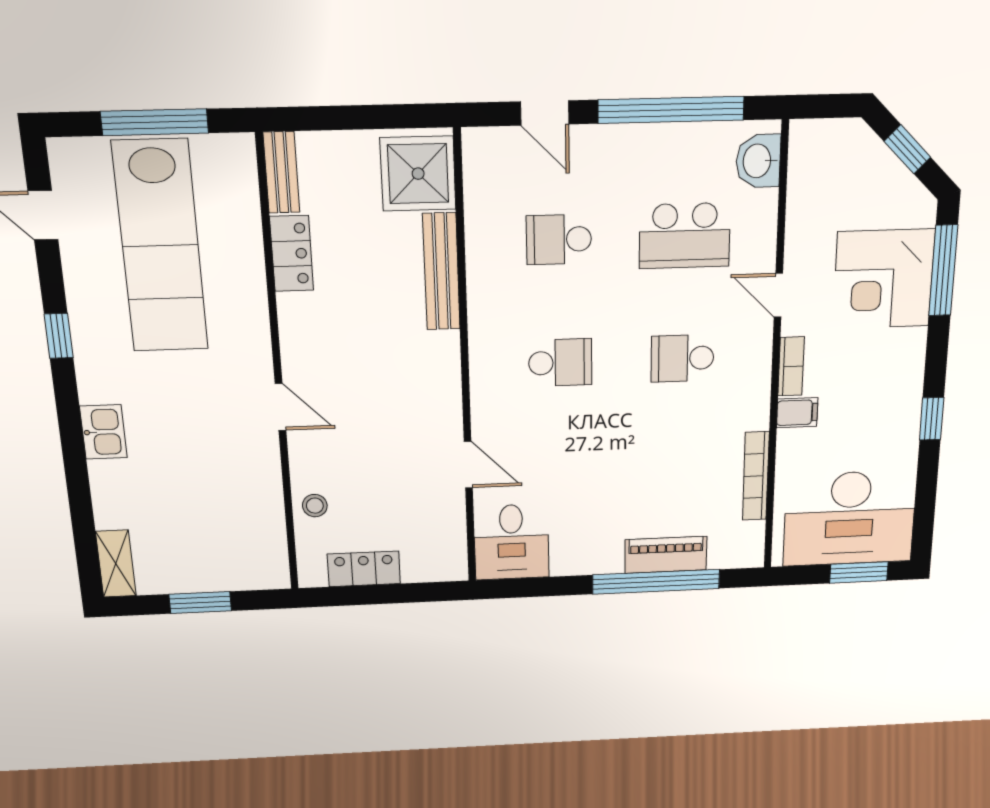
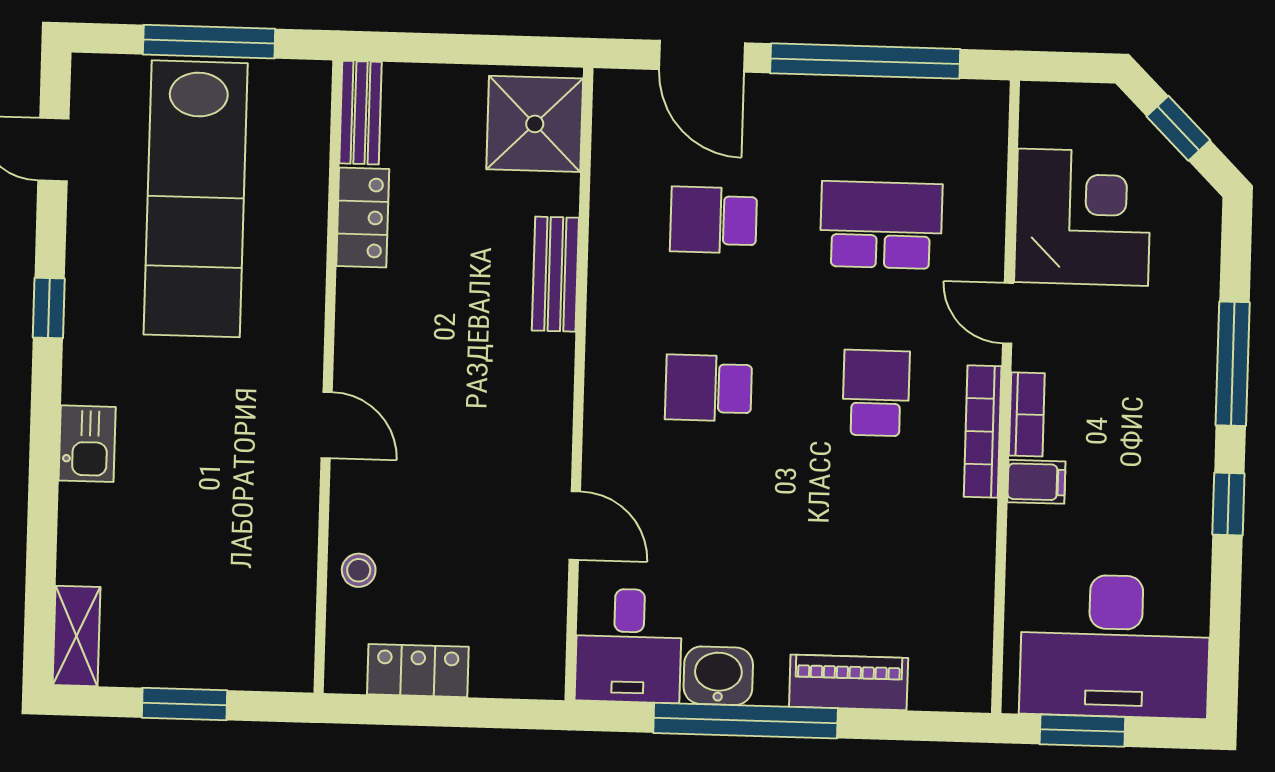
door: (545, 113) -> (702, 56), width x1.38
washbasin: (758, 161) -> (718, 676), moved, turned 90
school desk: (685, 236) -> (881, 225), turned 180
window: (943, 270) -> (1233, 364), moved
bench: (441, 272) -> (555, 274), width x0.73
corner desk: (884, 279) -> (1083, 217), moved, turned 180
school desk: (682, 358) -> (876, 393), turned 90
school desk: (560, 363) -> (709, 388), turned 180
bookcase: (756, 476) -> (983, 432), moved
window: (859, 572) -> (1082, 731), moved
window: (656, 582) -> (746, 721), moved

